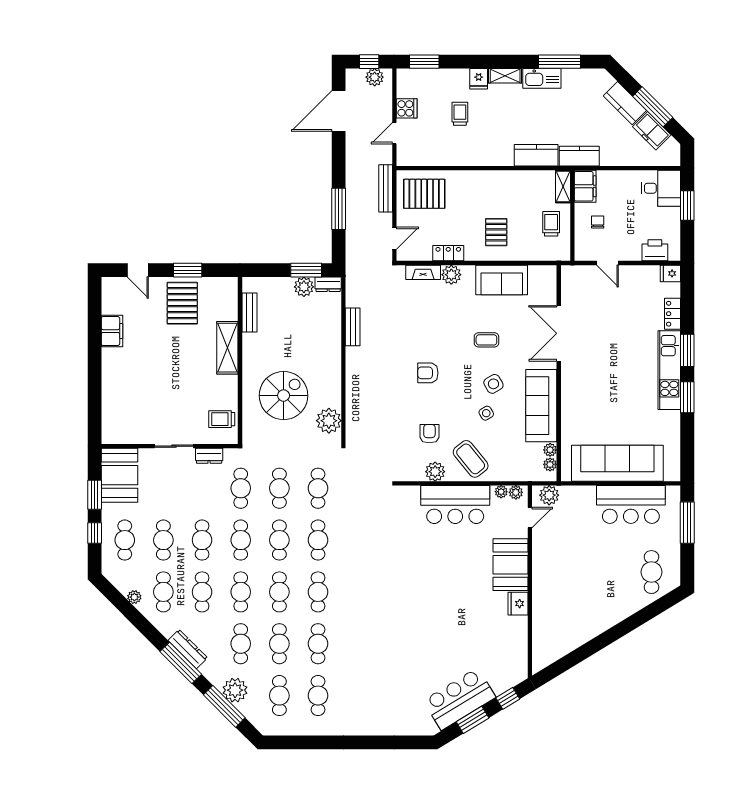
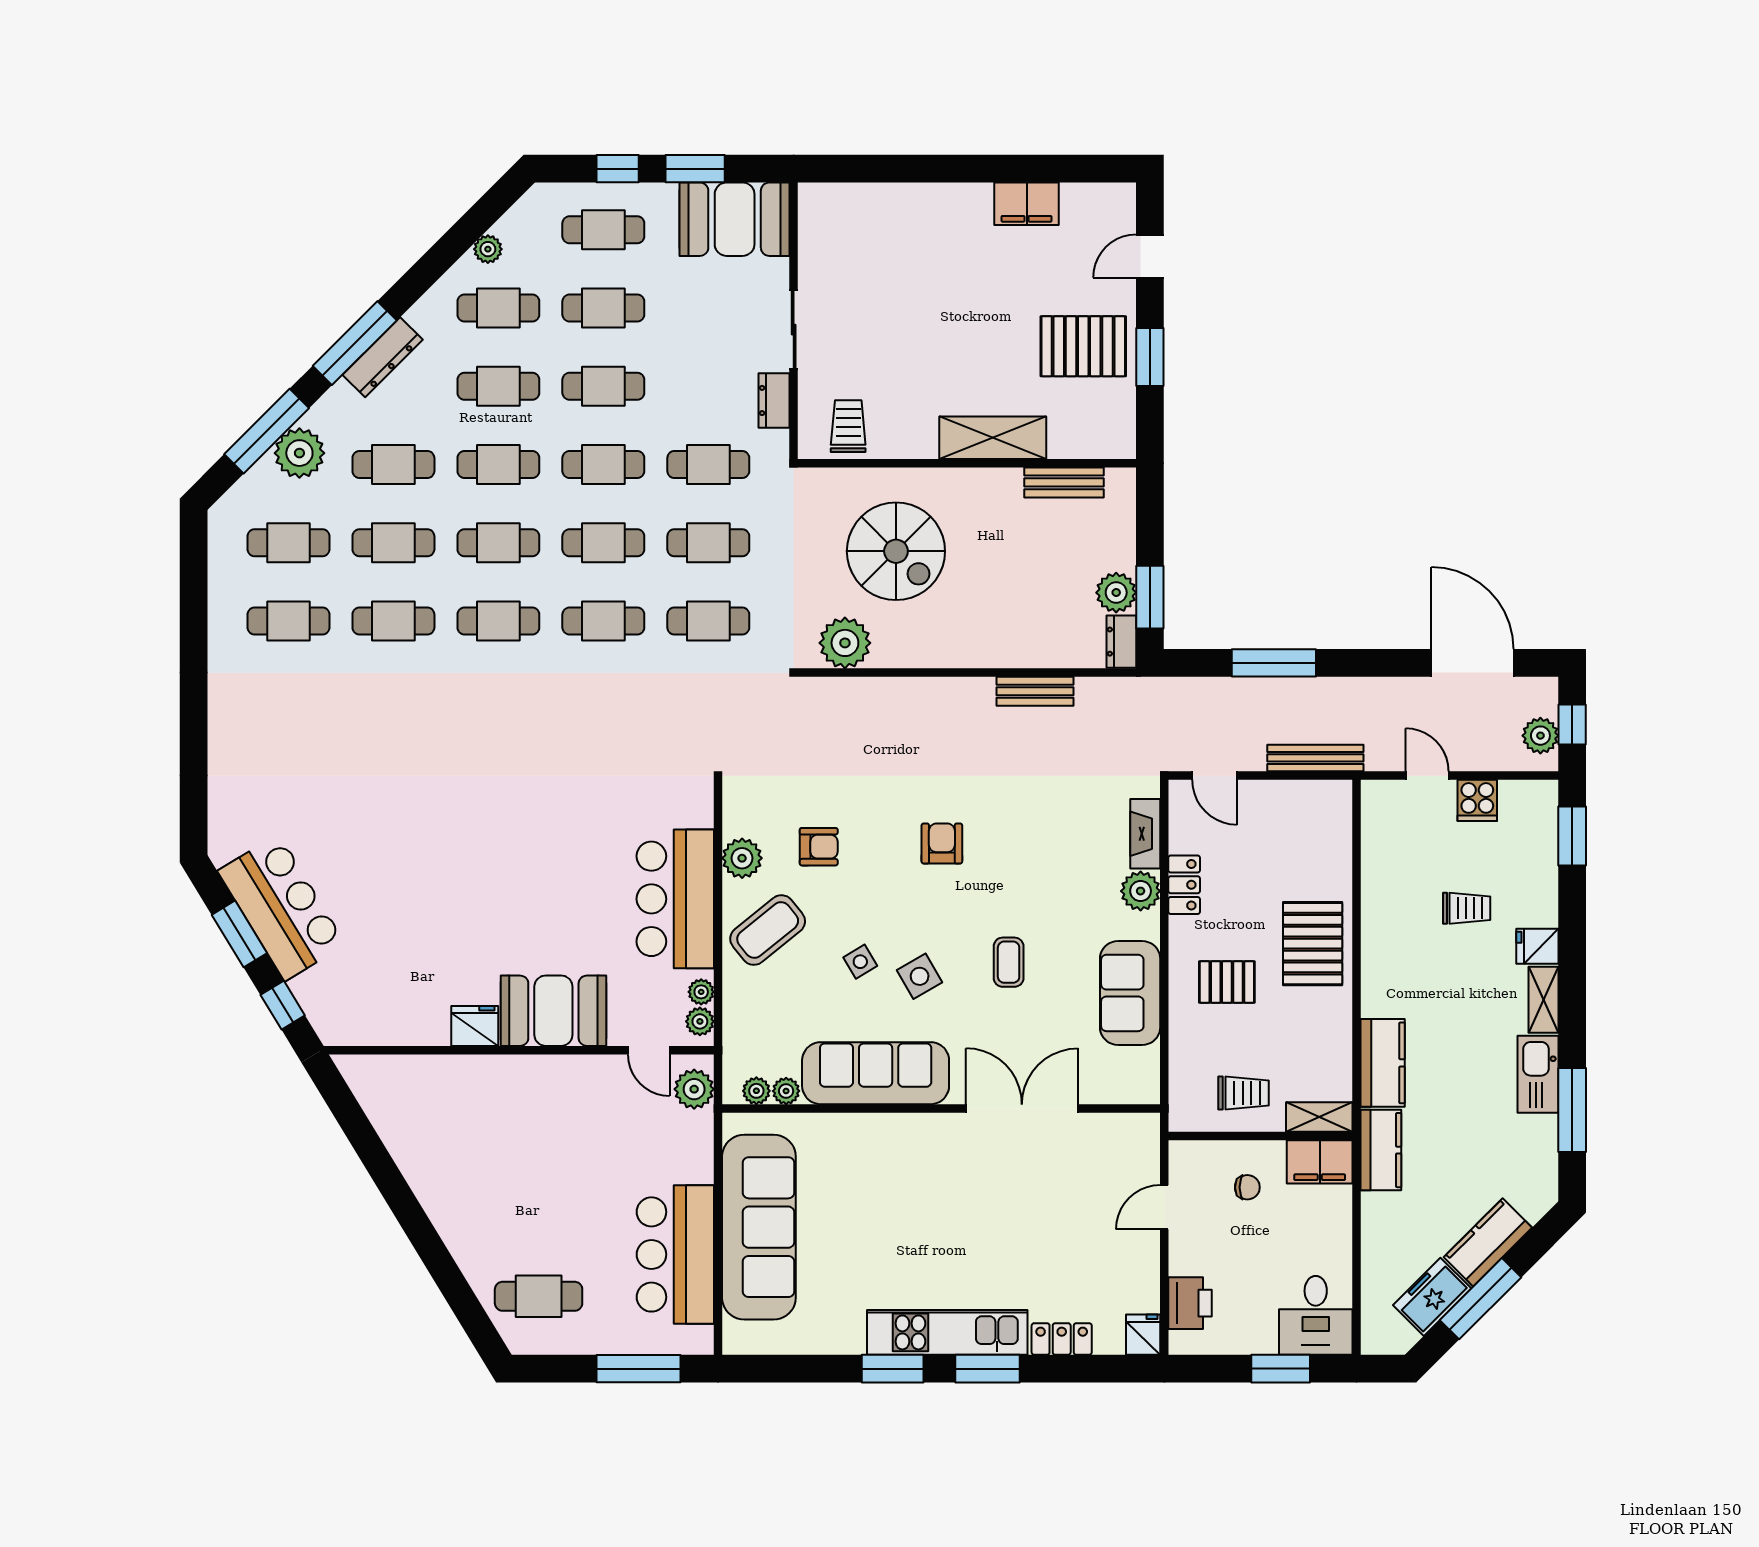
pallet: (424, 194) -> (1313, 944), moved

